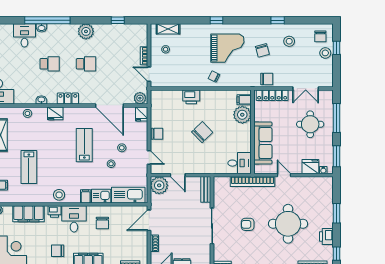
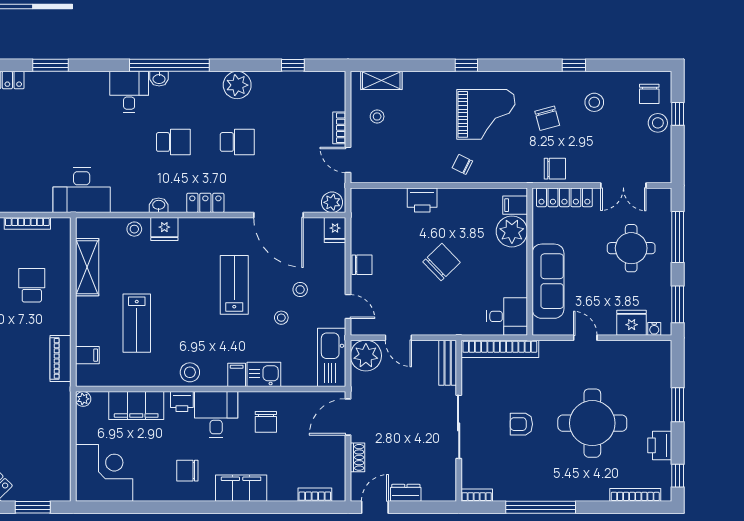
fridge: (55, 113) -> (164, 229), moved
bookcase: (253, 182) -> (500, 349), moved
kitchen sink: (128, 195) -> (332, 357), moved, turned -90

